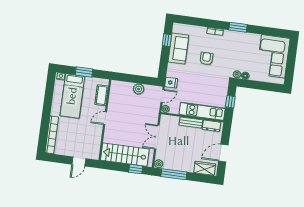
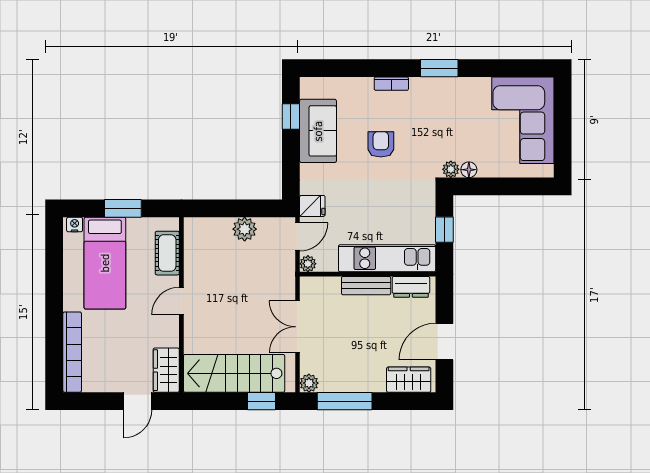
wardrobe: (94, 149) -> (166, 370), added

